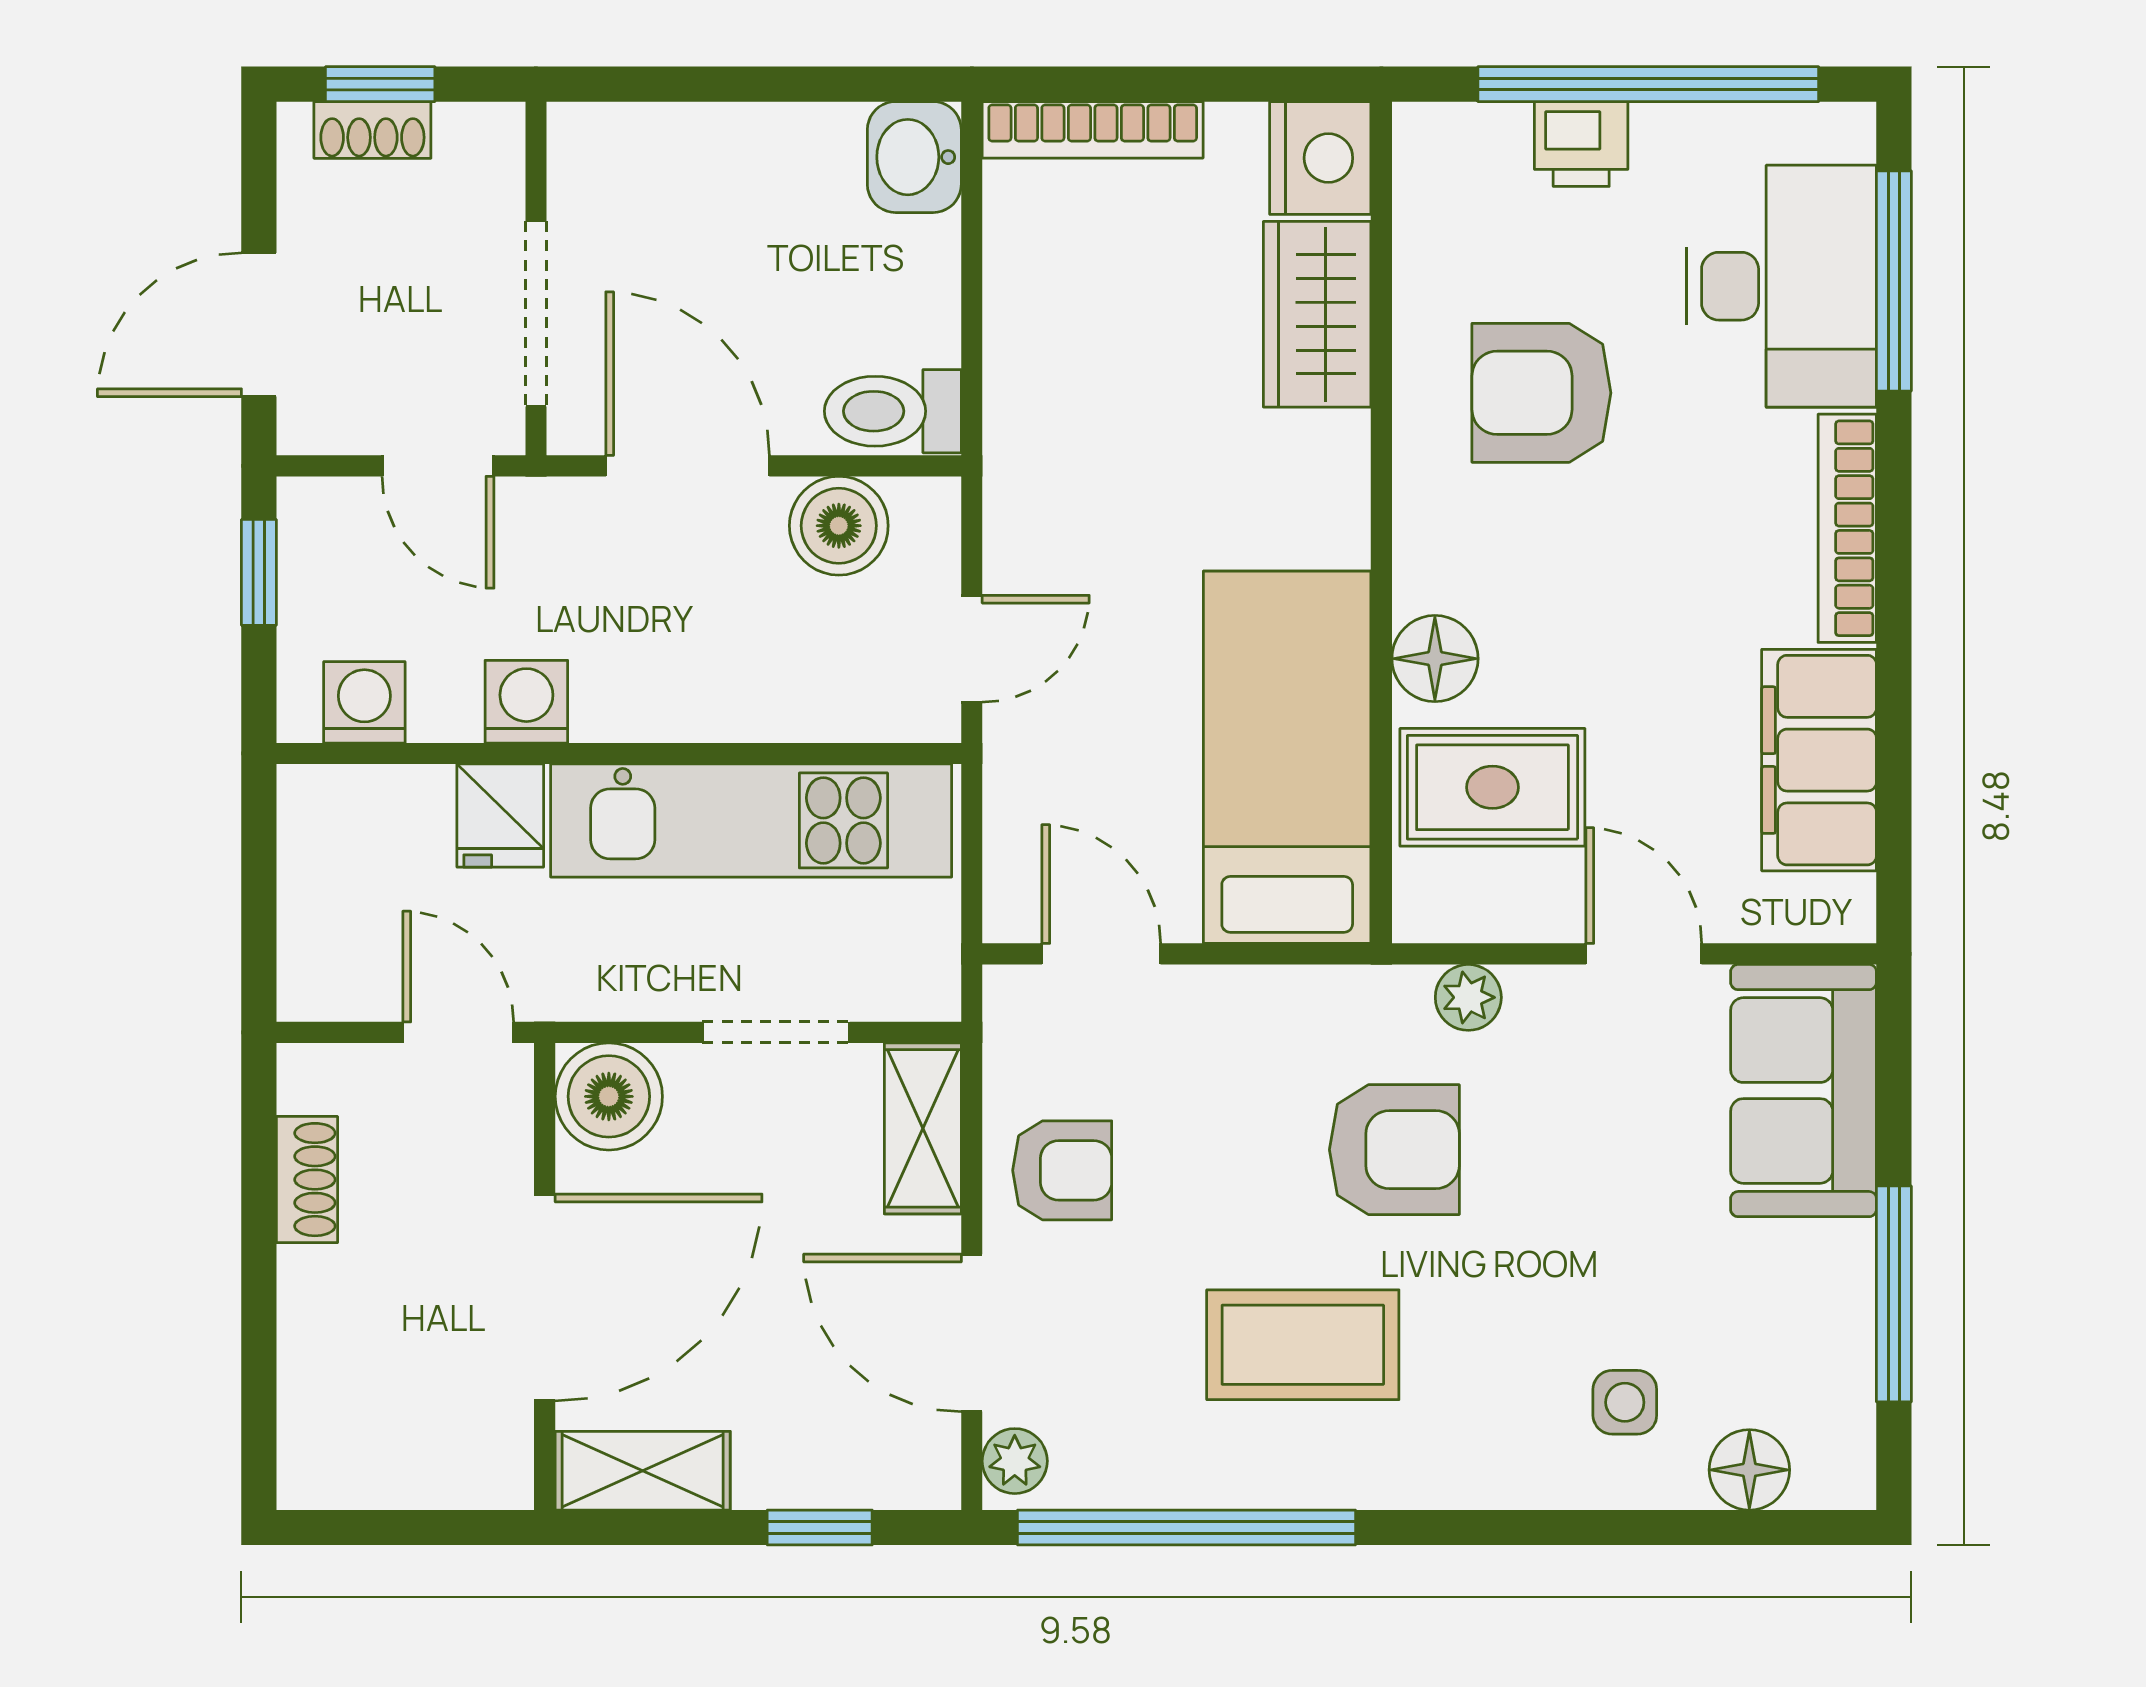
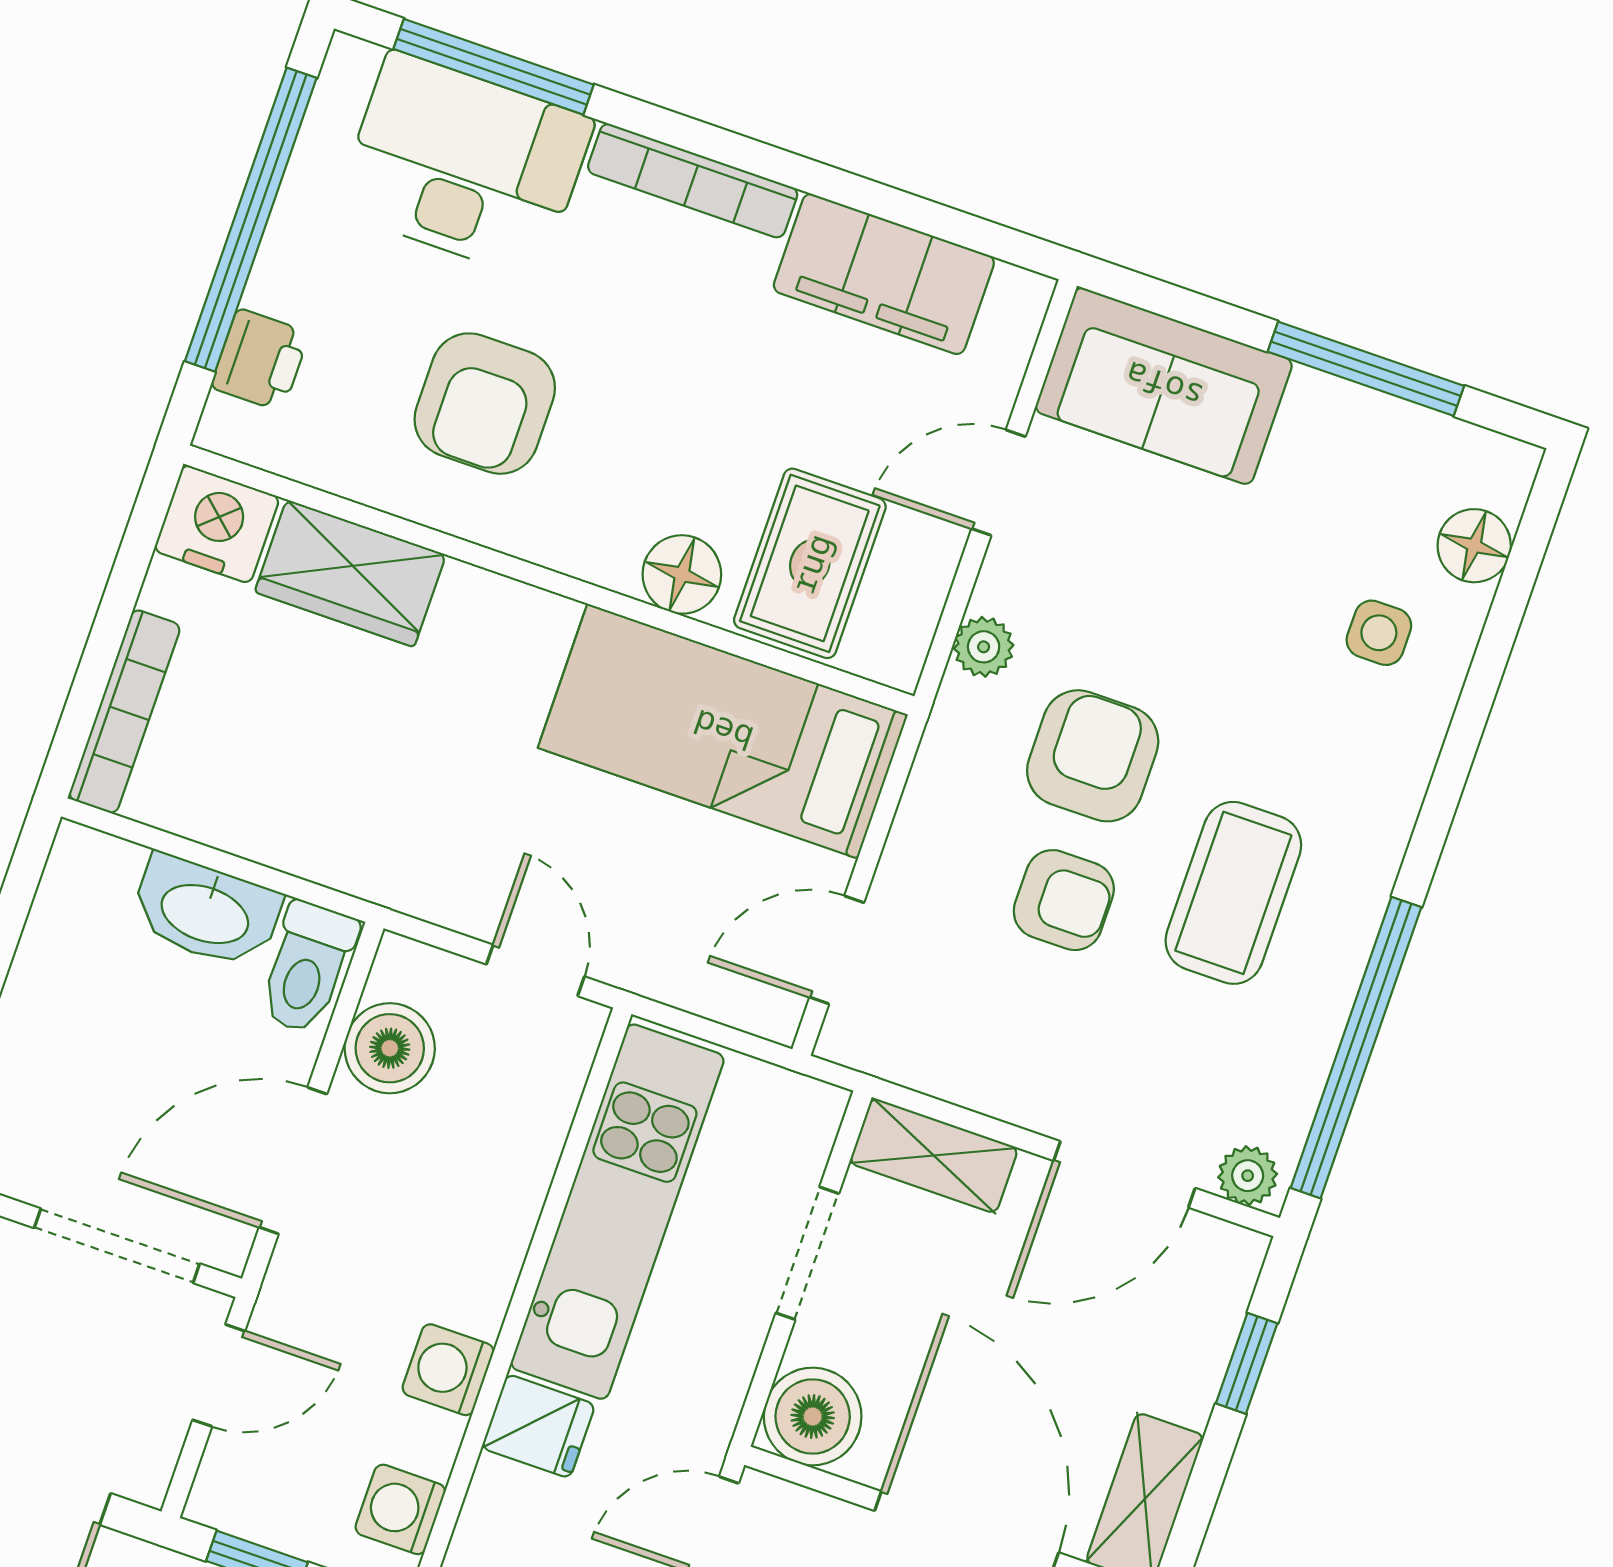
printer: (1581, 144) -> (260, 360), moved
washbasin: (914, 157) -> (206, 912), moved, width x1.38
armchair: (1062, 1170) -> (1064, 900), moved, turned 90

